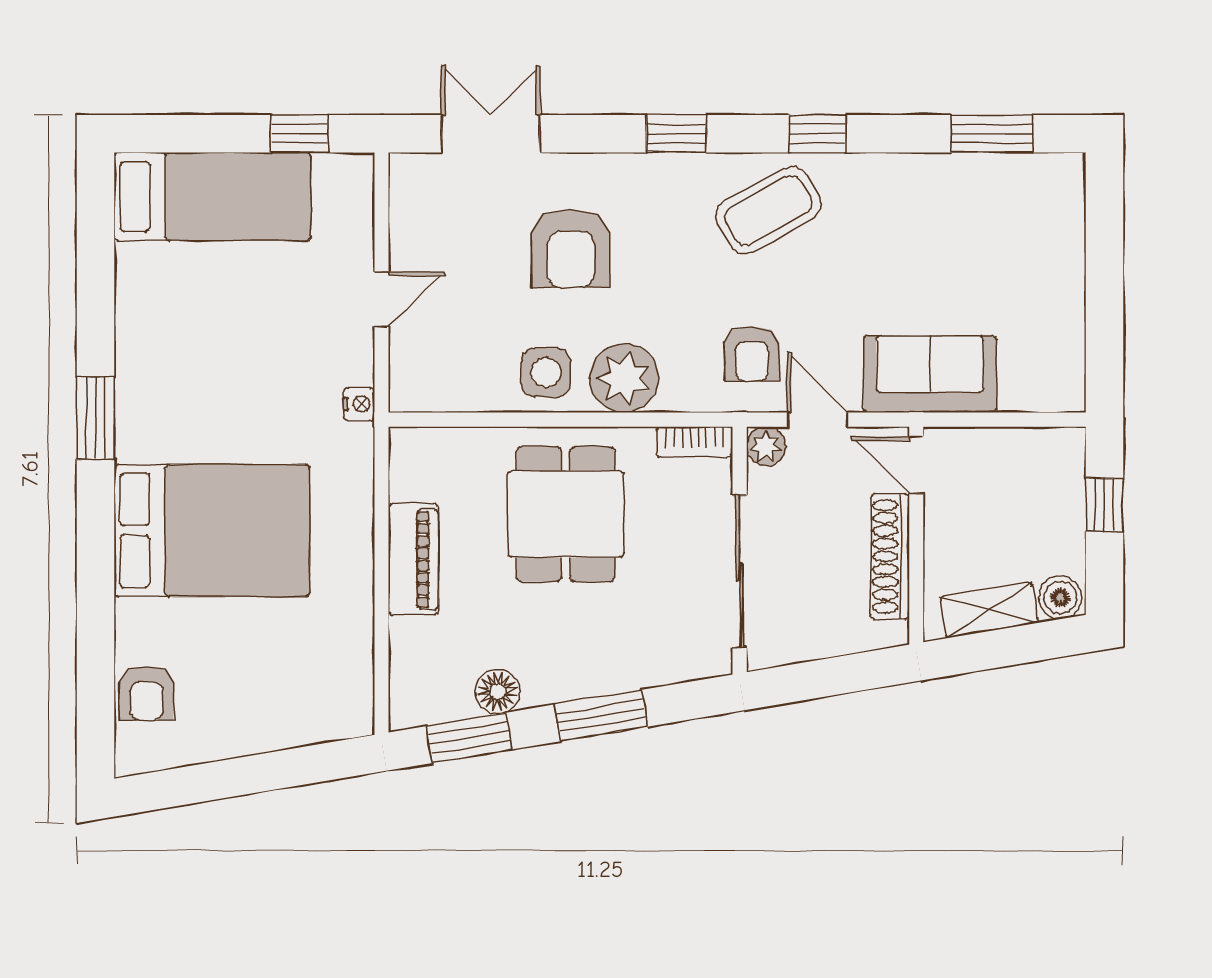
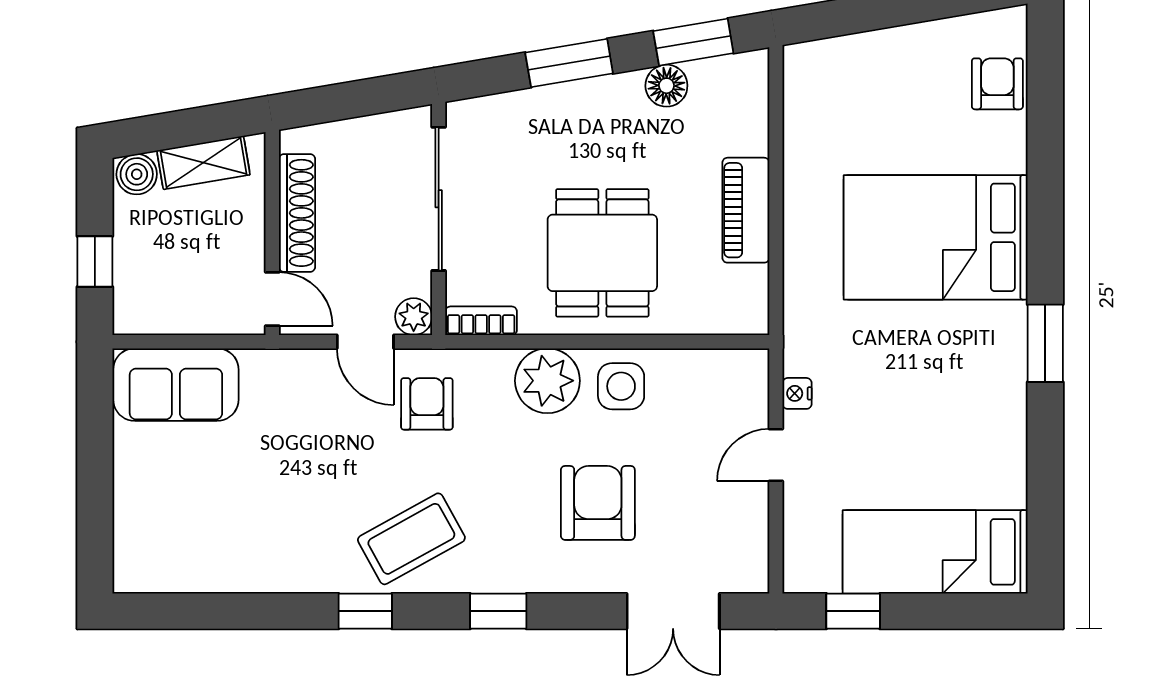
window: (992, 134) -> (201, 611), removed
sofa: (930, 374) -> (176, 385), moved
nightstand: (359, 404) -> (797, 393), moved

